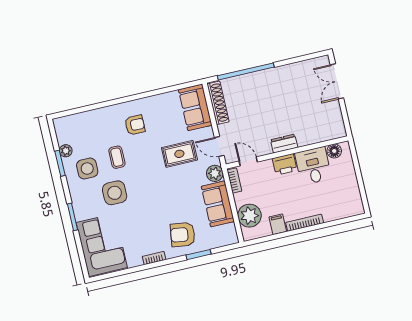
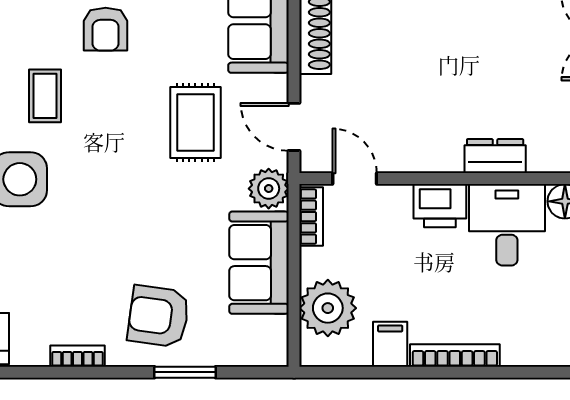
armchair: (135, 125) -> (106, 29), turned 90
dresser: (284, 144) -> (495, 156), moved
rug: (179, 154) -> (195, 122), turned 90

